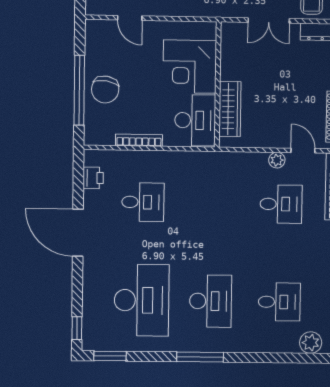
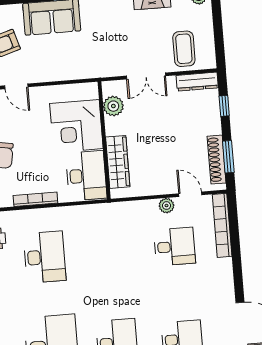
plant: (231, 49) -> (113, 106), added
desk: (143, 202) -> (45, 257), width x1.37

